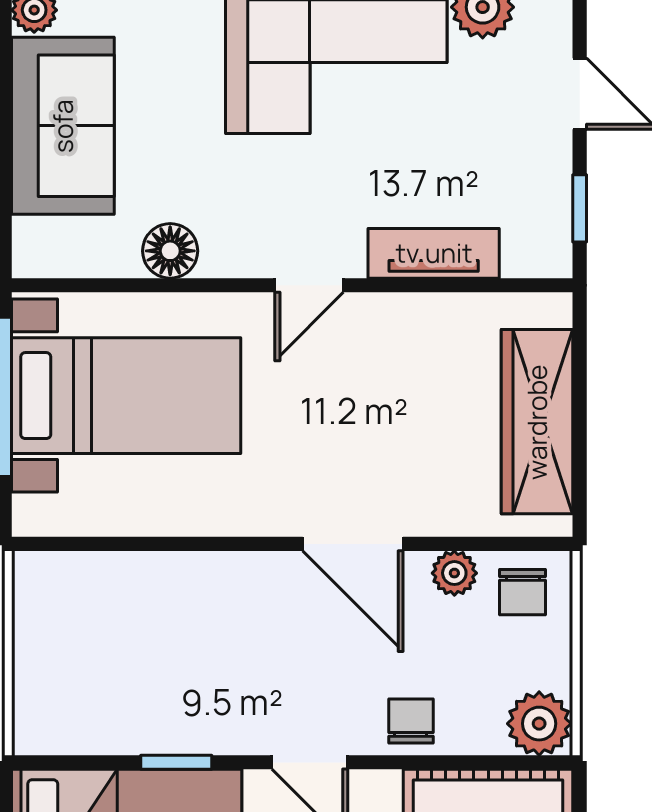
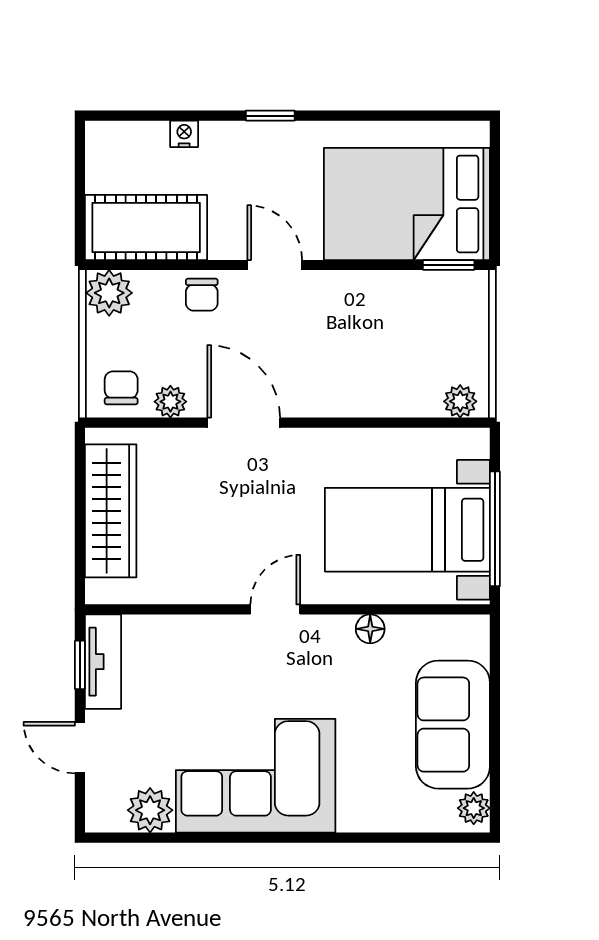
floor lamp: (170, 251) -> (370, 629), width x0.73, depth x0.73
tv unit: (434, 253) -> (103, 662), moved, turned -90
plant: (53, 573) -> (460, 401), added
window: (176, 762) -> (449, 265), moved

